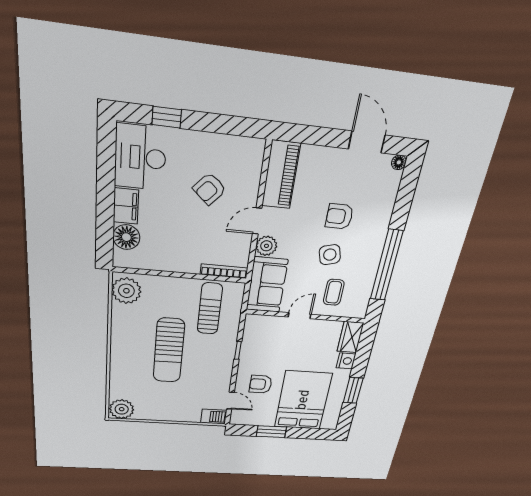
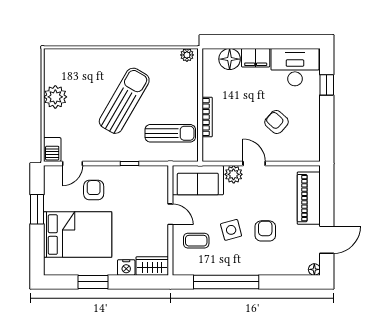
piano: (281, 175) -> (309, 198), moved, turned 90
bookcase: (224, 271) -> (207, 117), moved
plant: (126, 291) -> (187, 55), width x0.53, depth x0.53
sun lounger: (169, 351) -> (124, 101), turned 120
plant: (122, 409) -> (55, 97), moved

